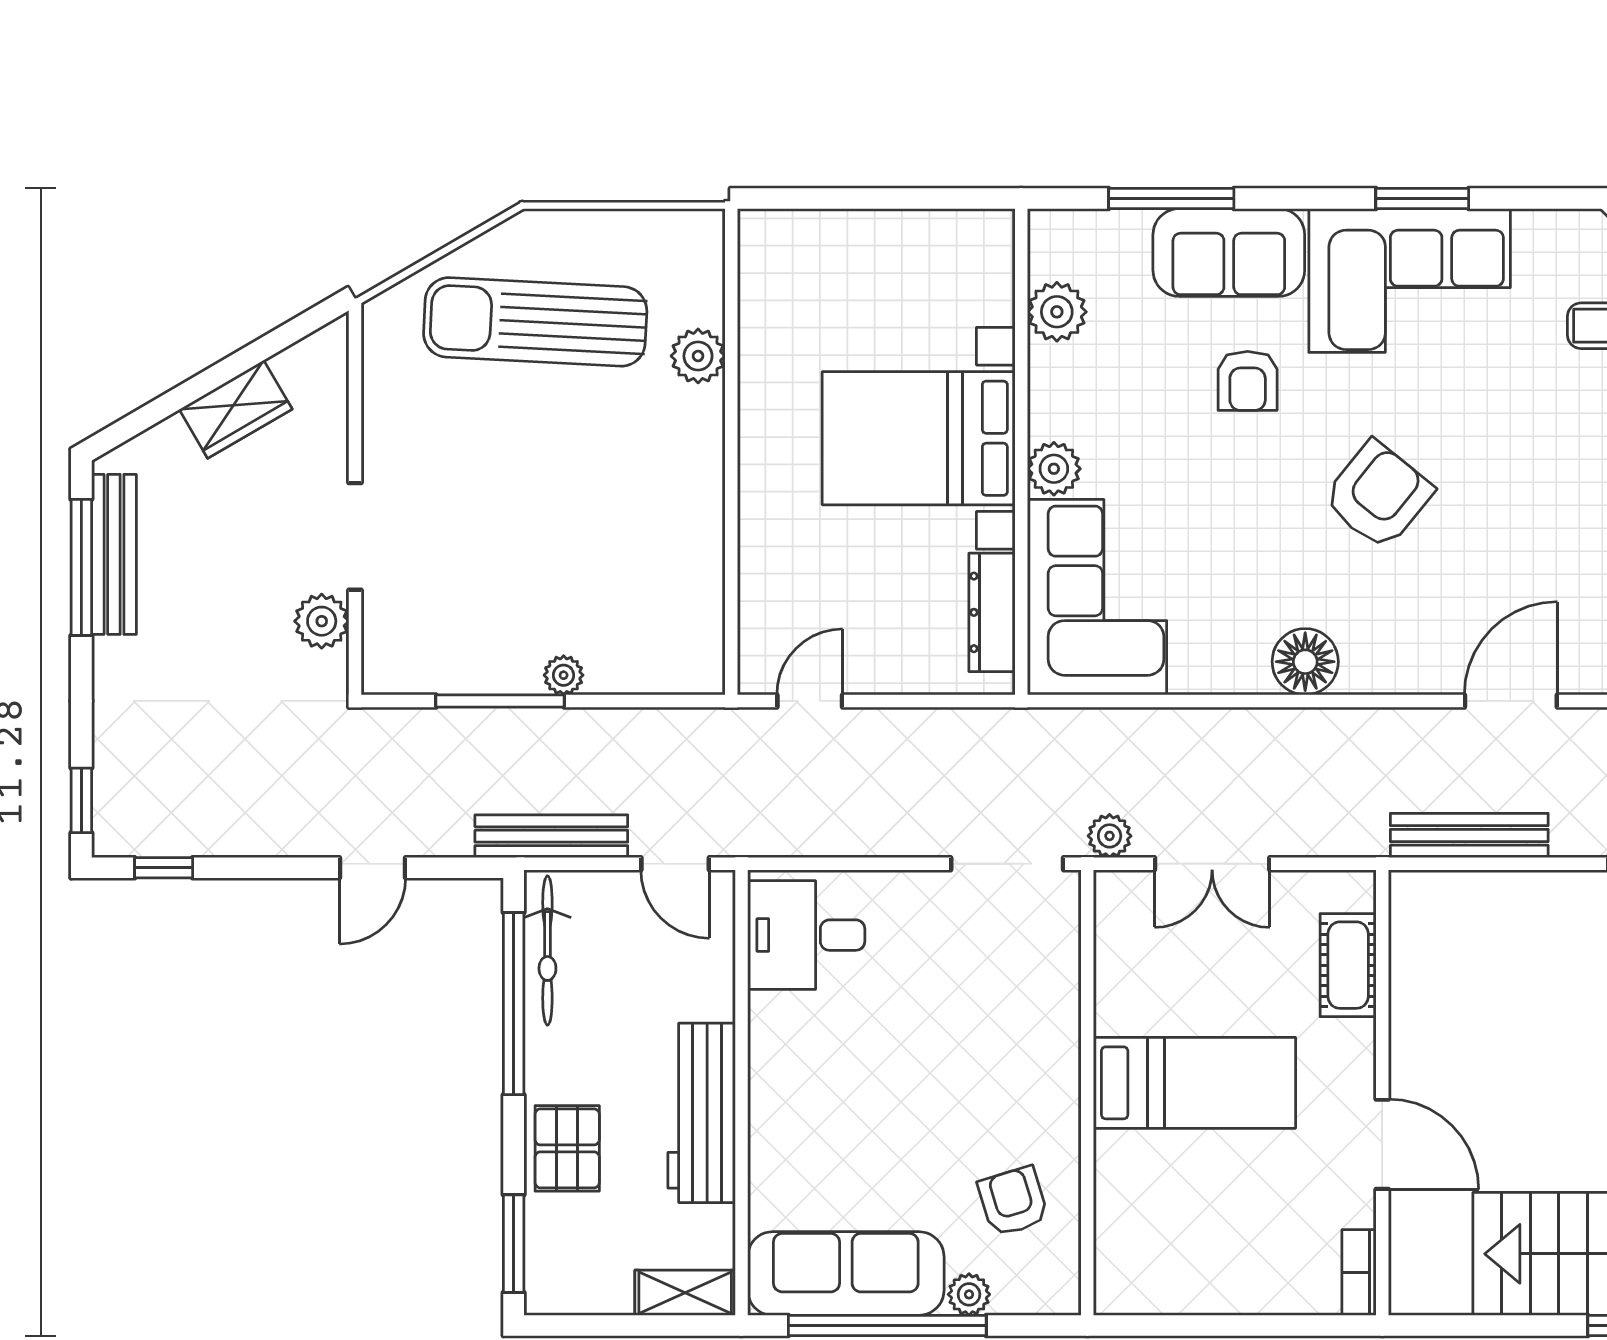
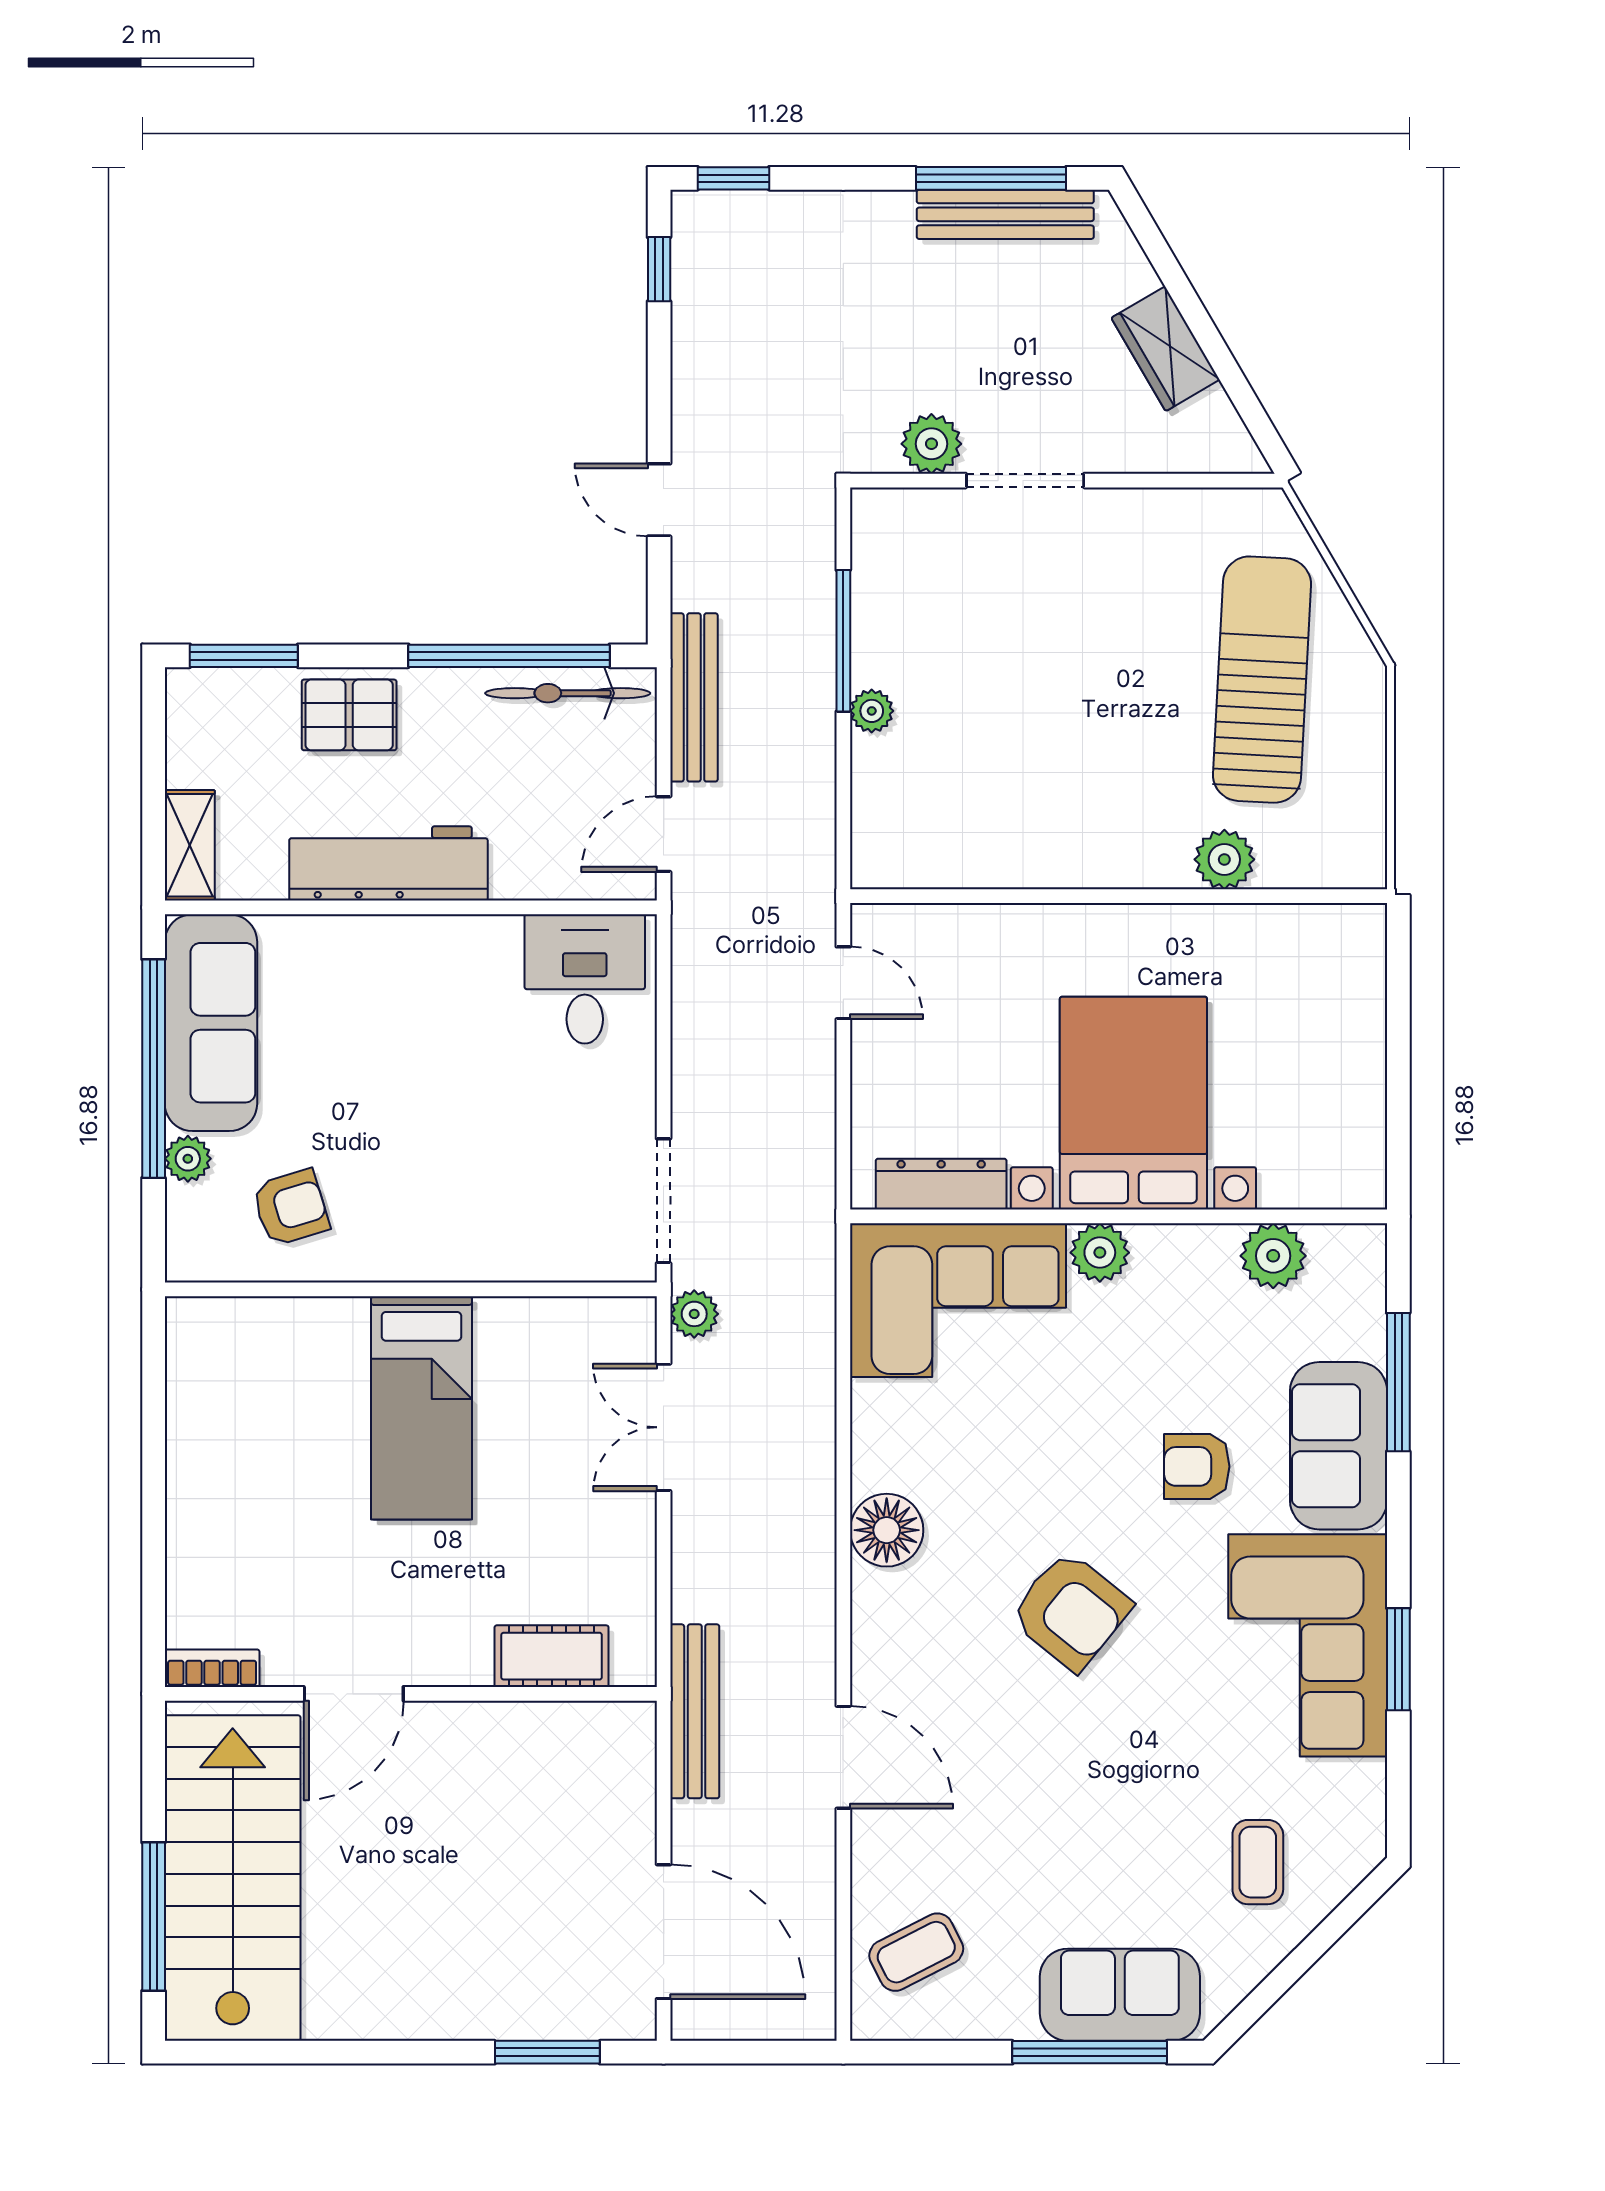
cot: (1348, 965) -> (552, 1656), moved
wall: (1382, 1093) -> (411, 1694), moved
door: (1382, 1144) -> (354, 1694), moved
bookcase: (1359, 1272) -> (212, 1668), moved

